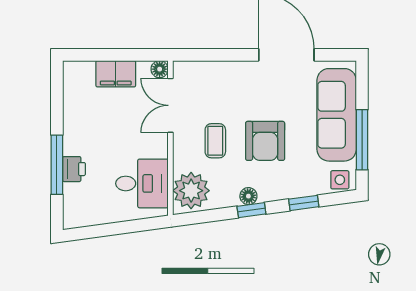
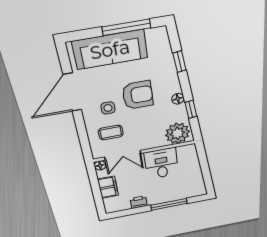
coffee table: (215, 141) -> (111, 133), moved
printer: (74, 169) -> (139, 202), moved
side table: (340, 180) -> (108, 108), moved
desk: (142, 183) -> (161, 164), moved
window: (251, 210) -> (191, 109), moved

